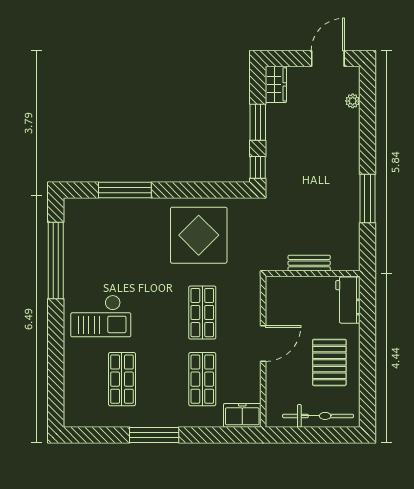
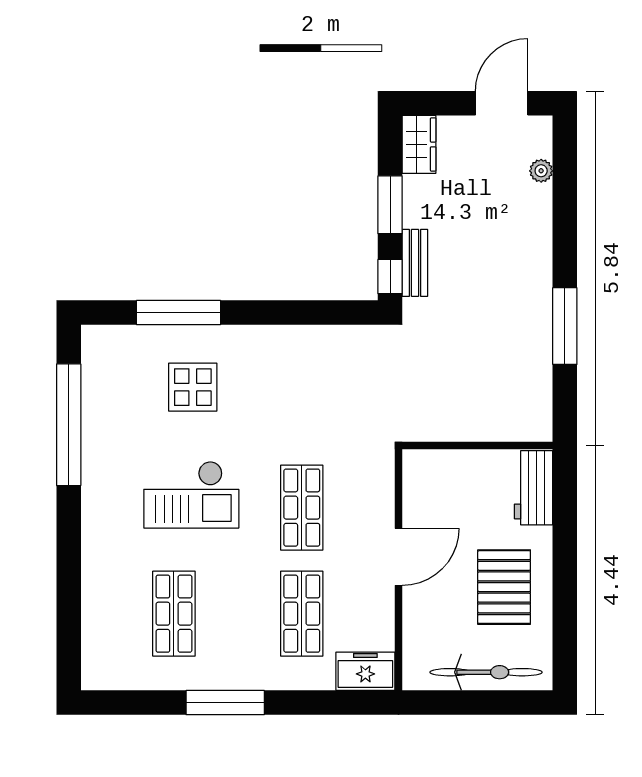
display table: (199, 235) -> (193, 387), moved, width x0.54, depth x0.54
bench: (309, 263) -> (415, 263), moved, turned 90
checkout: (101, 316) -> (191, 495), moved

